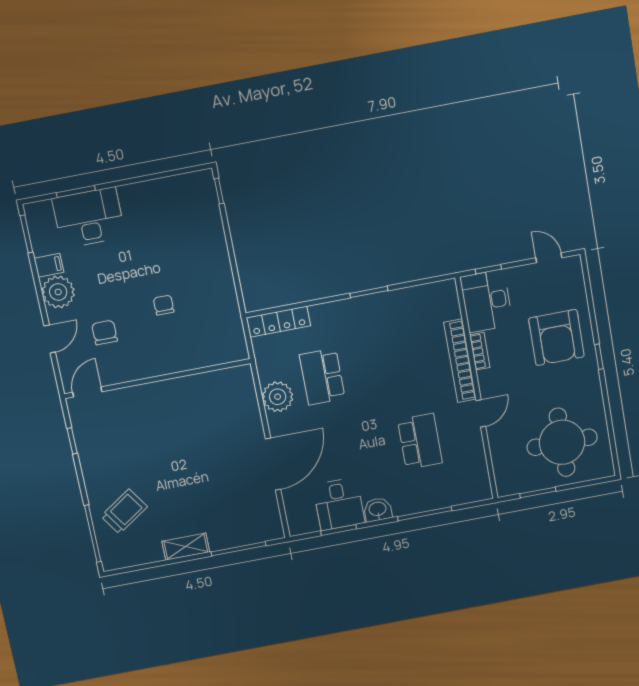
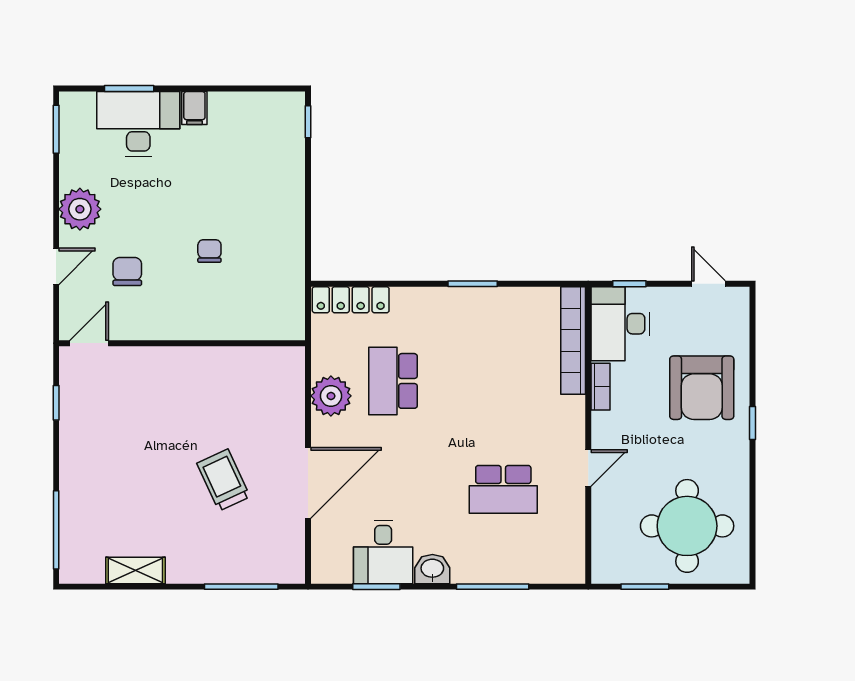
filing cabinet: (49, 265) -> (194, 108), moved, turned 90
bookcase: (460, 361) -> (573, 340), moved
school desk: (420, 441) -> (503, 489), turned 90
trolley: (124, 511) -> (223, 480), moved, turned -81
shelving: (186, 547) -> (135, 571), moved

